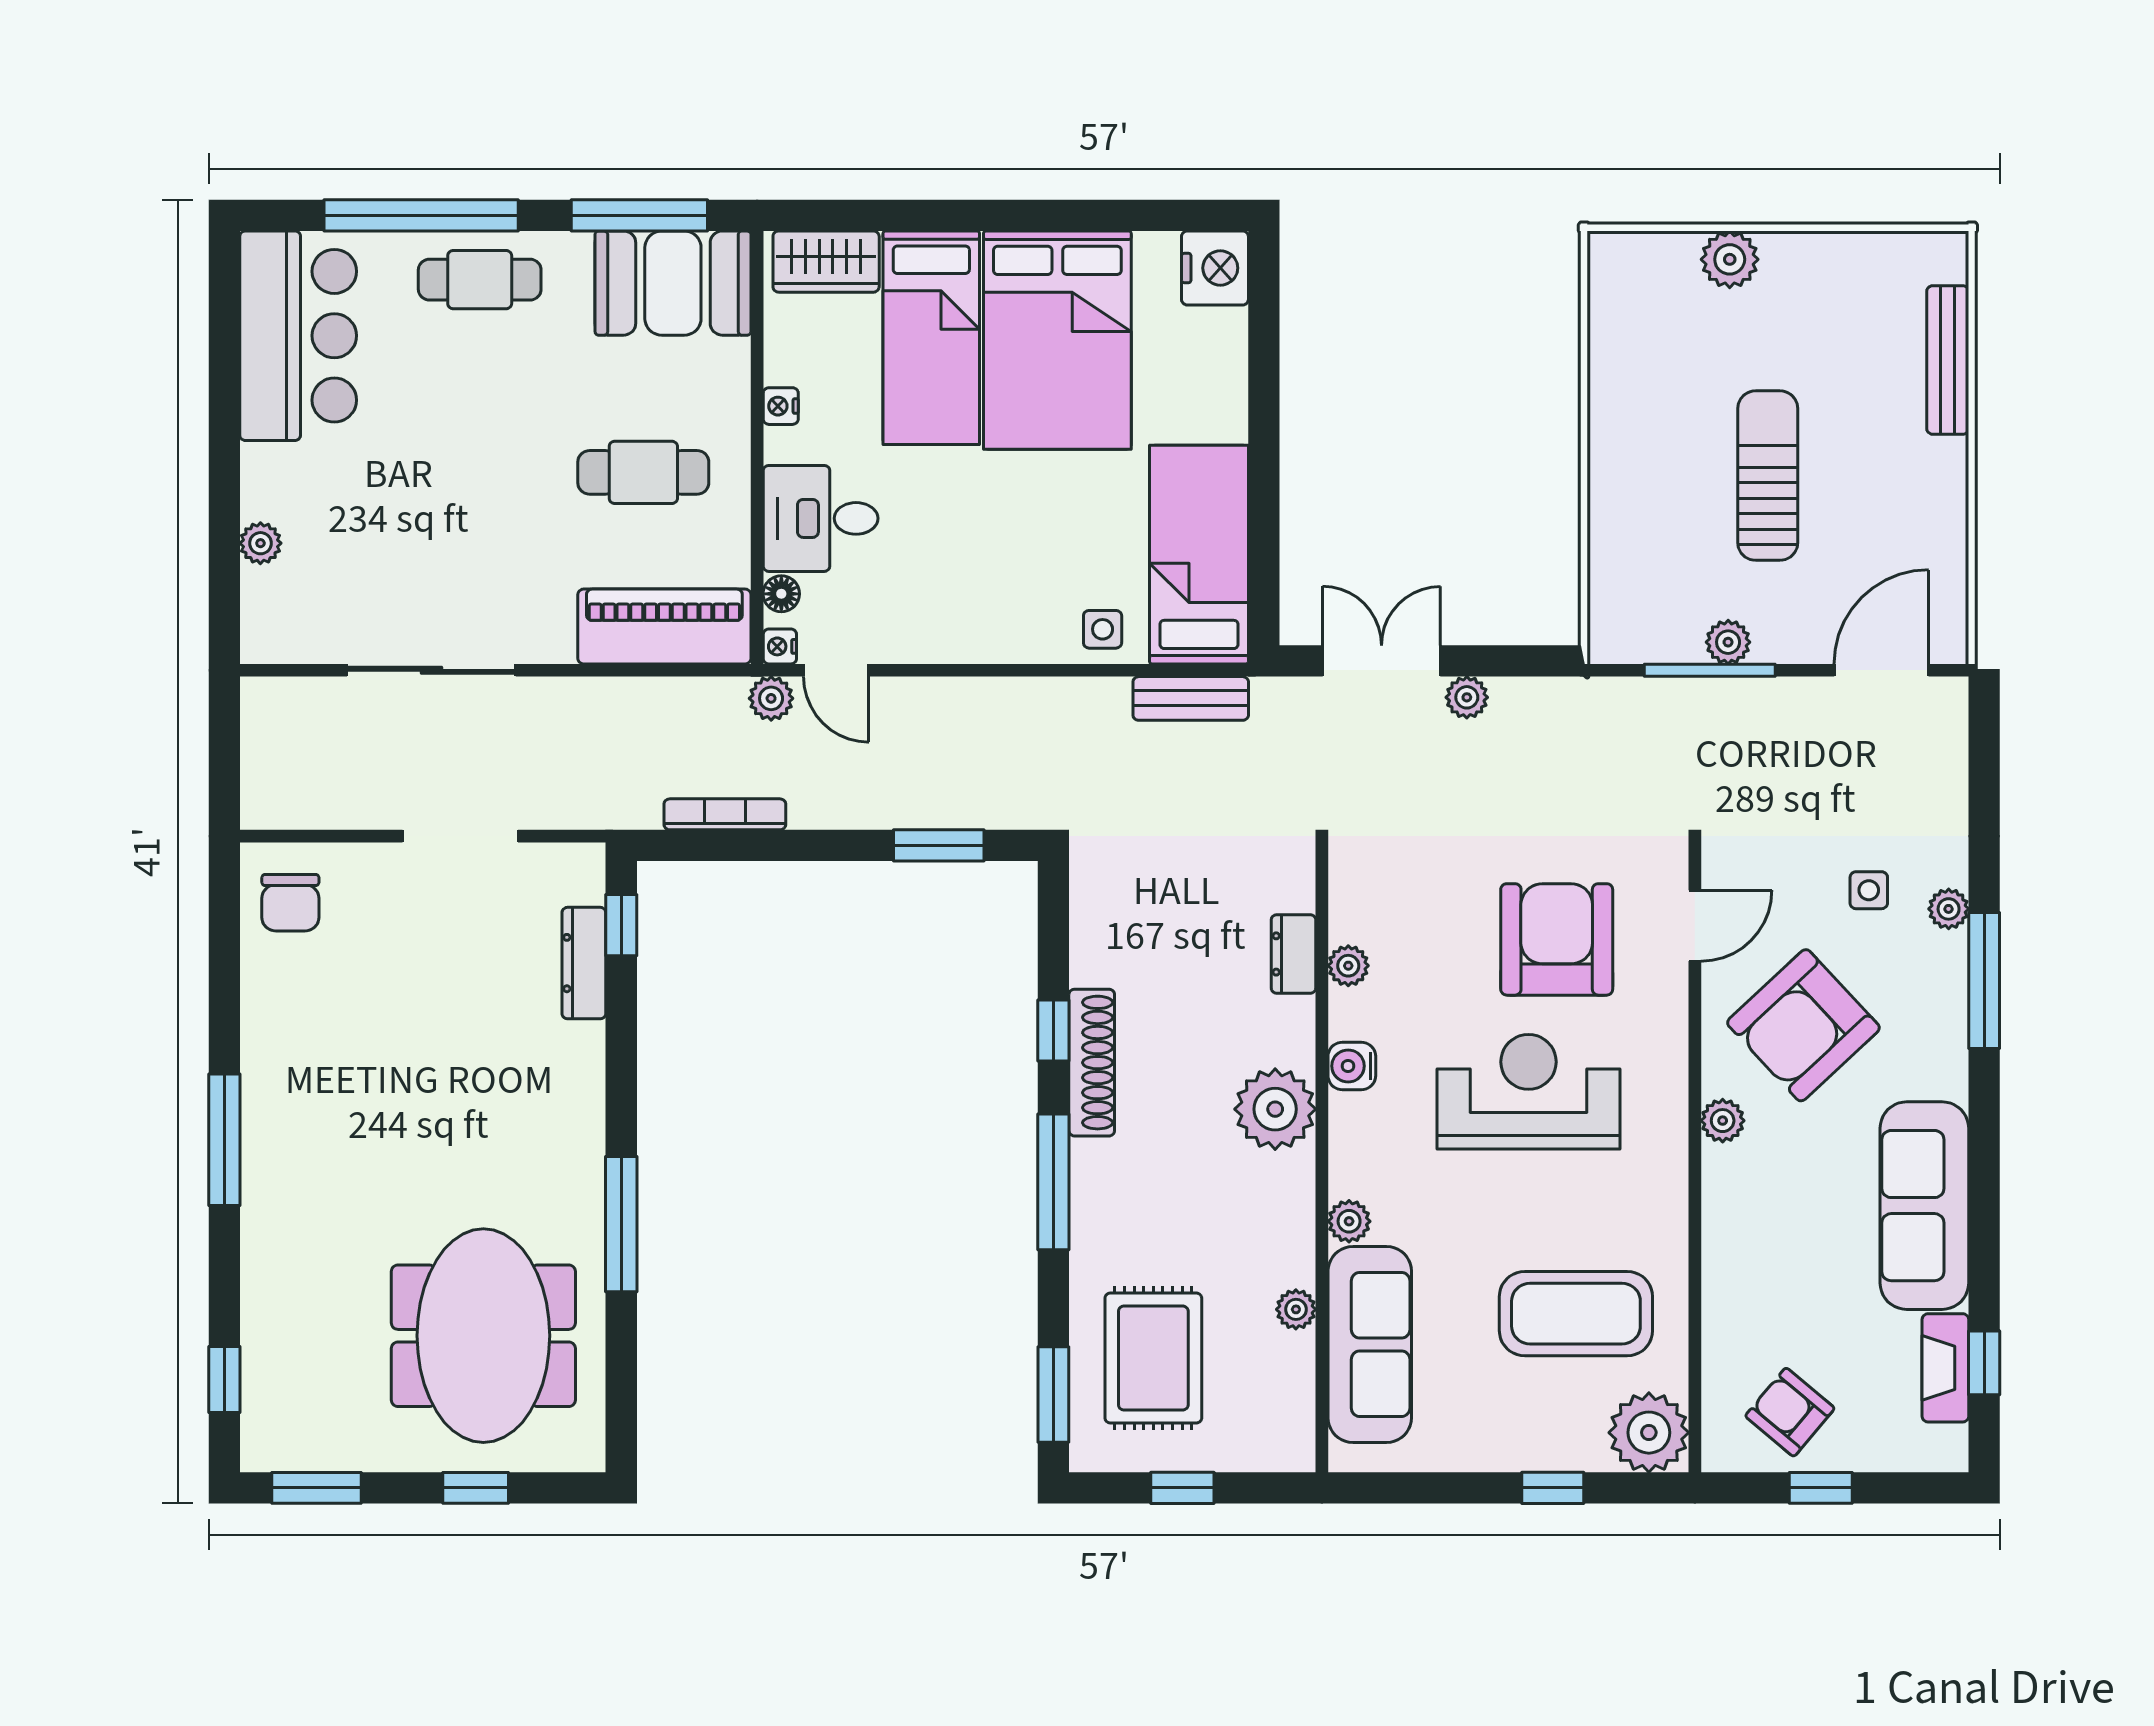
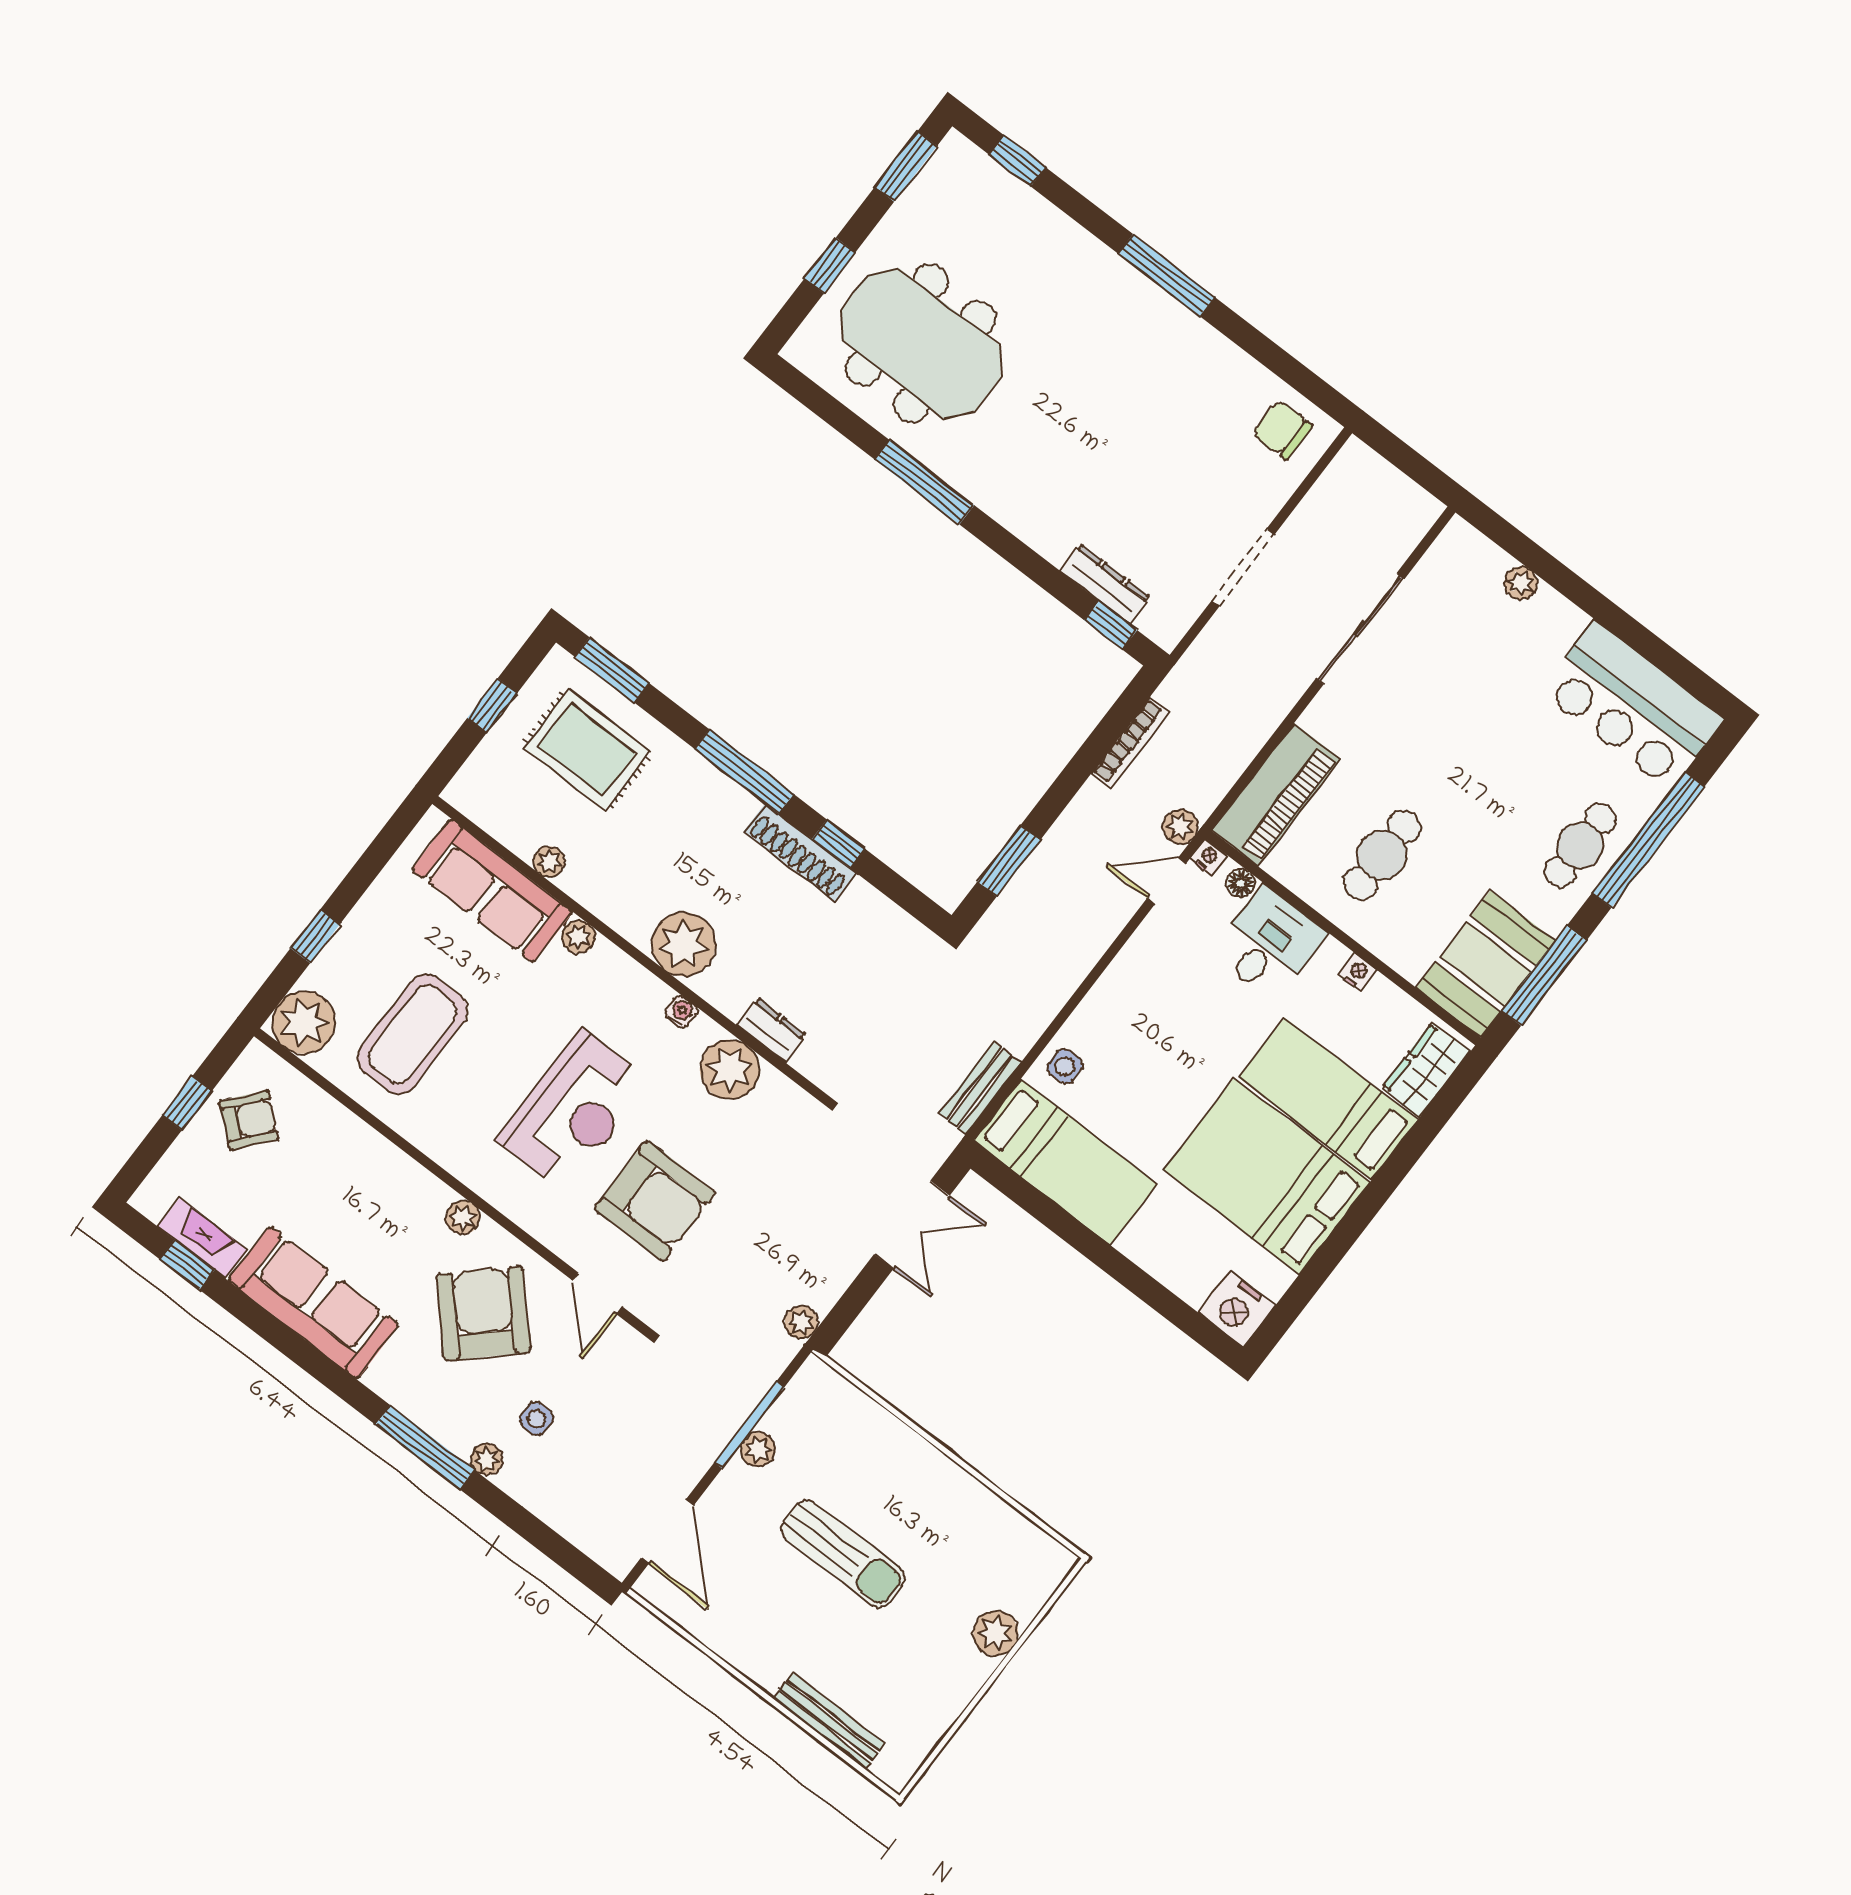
plant: (1467, 697) -> (801, 1322), moved
plant: (1348, 966) -> (730, 1069), width x1.88, depth x1.88
water cooler: (1352, 1066) -> (681, 1012), width x0.72, depth x0.72

